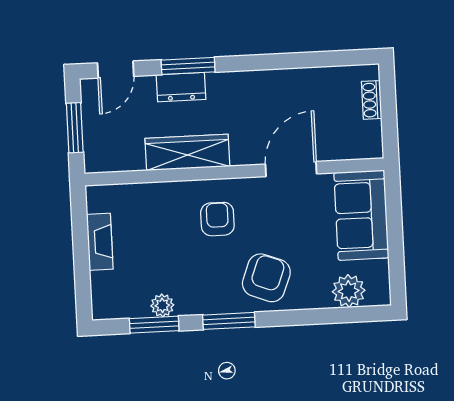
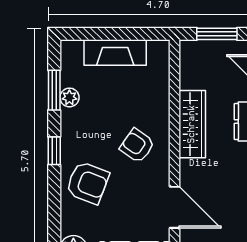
armchair: (217, 219) -> (137, 146), turned -145
fireplace: (100, 242) -> (115, 53), width x1.37, depth x1.32
window: (229, 321) -> (54, 151), width x0.67

